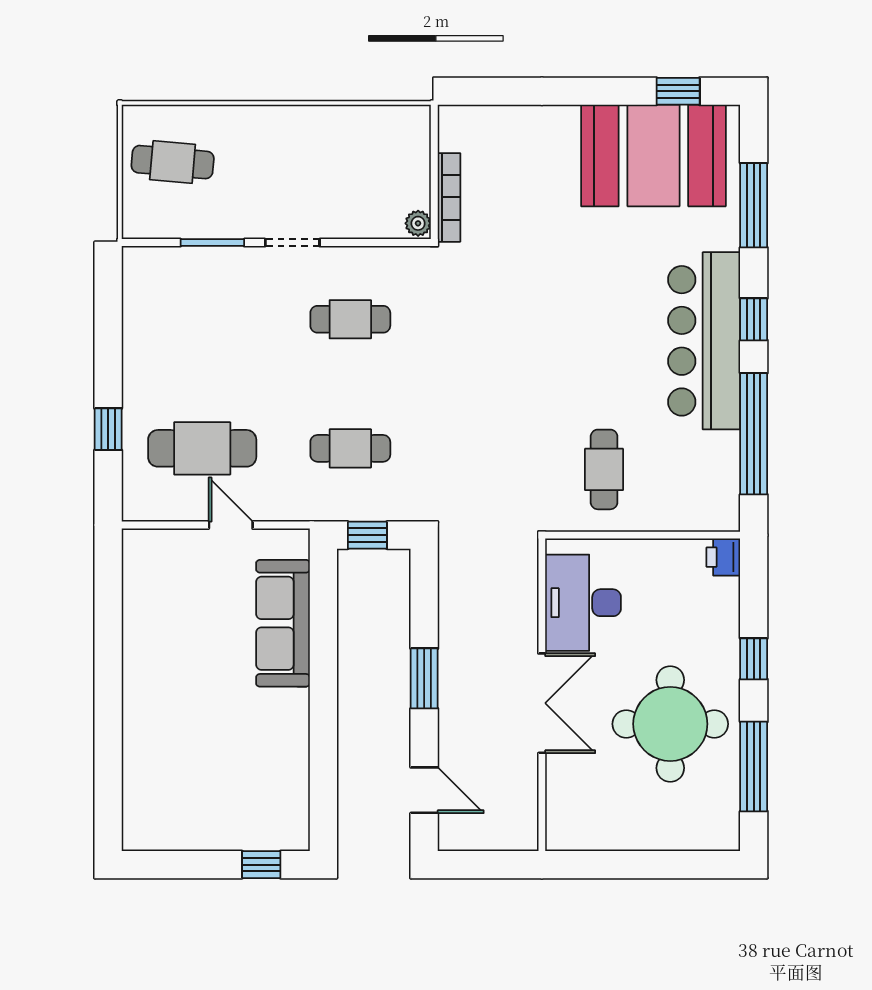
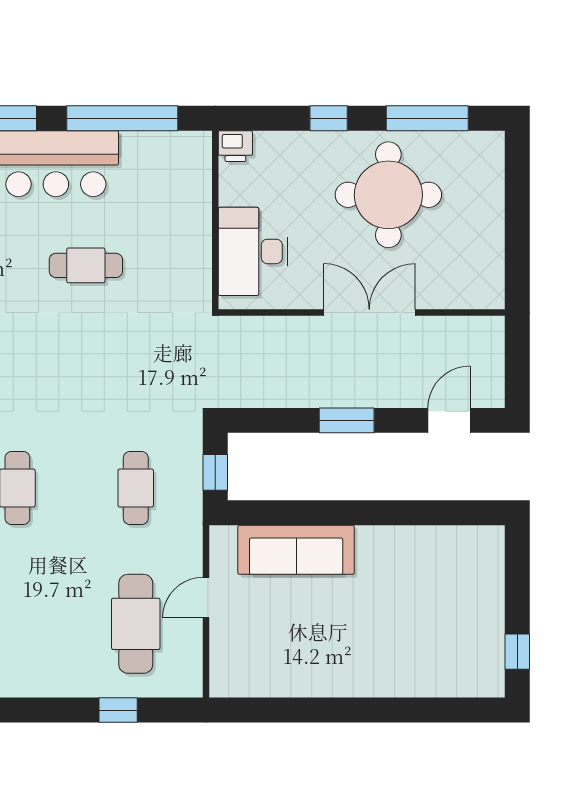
cafe table: (604, 469) -> (86, 265), moved
desk: (583, 603) -> (253, 251), moved, turned 90
window: (261, 865) -> (517, 652), moved

